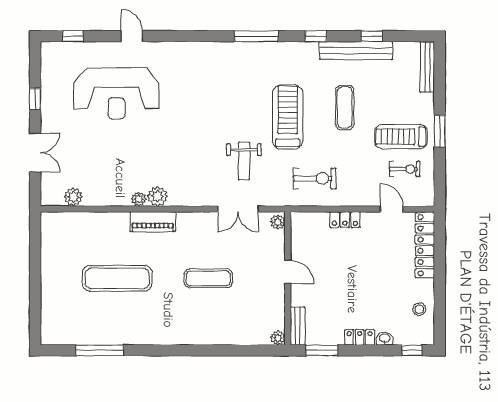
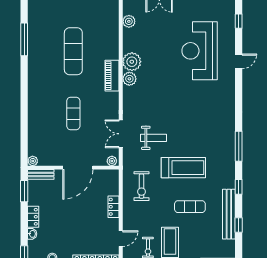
weight bench: (244, 161) -> (153, 138), turned 180
plant: (139, 199) -> (132, 62), width x1.87, depth x1.87
door: (288, 272) -> (78, 168), width x1.88

